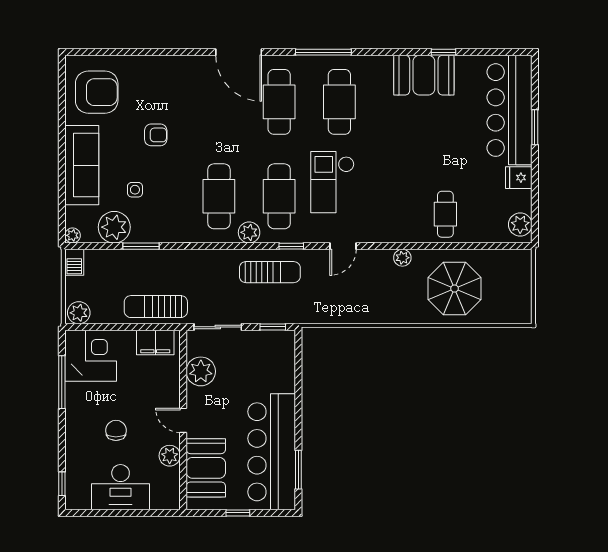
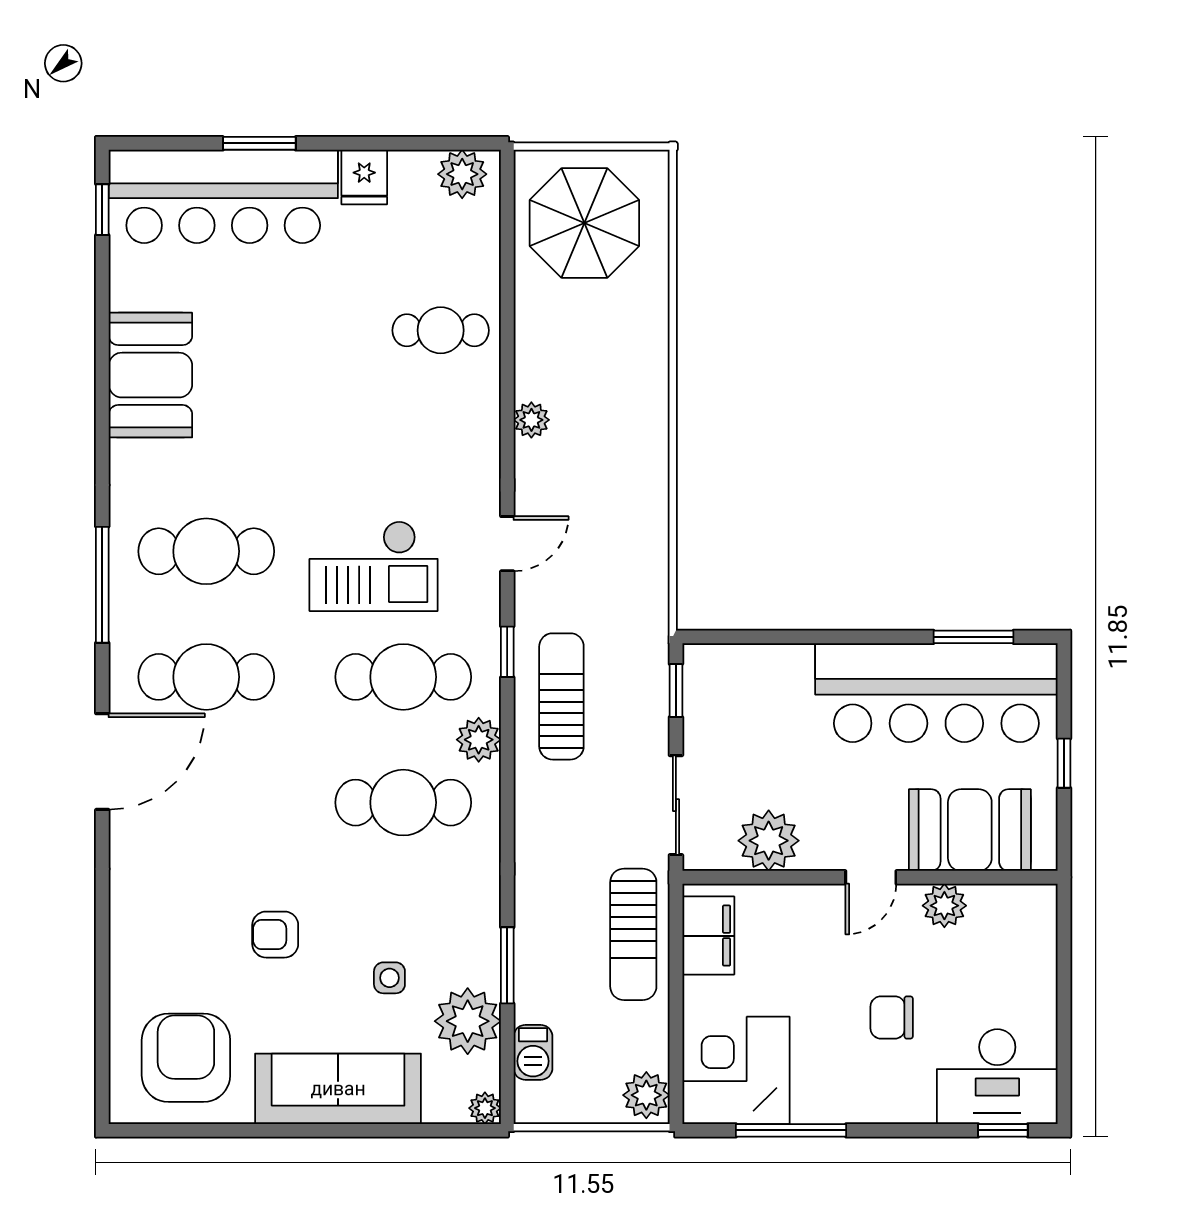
window: (444, 52) -> (102, 210), moved
armchair: (156, 135) -> (275, 935), turned -90
door: (343, 246) -> (507, 544), hinge flipped
barbecue: (74, 262) -> (533, 1052), moved, turned 90
parasol: (455, 289) -> (584, 223), moved
desk: (121, 487) -> (997, 1077), moved, turned 90

